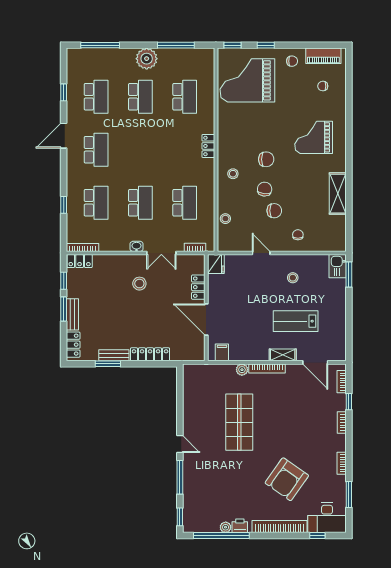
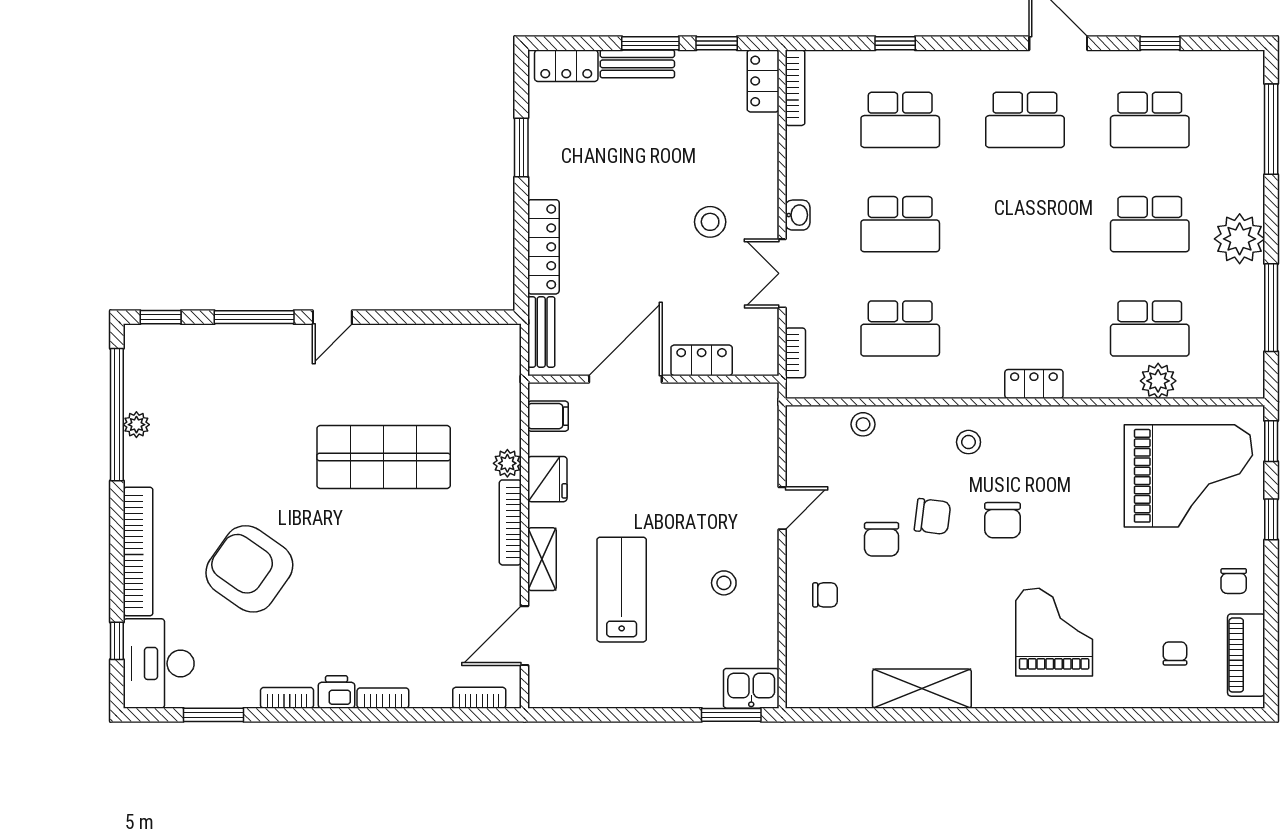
grand piano: (247, 80) -> (1188, 476), turned 90
plant: (207, 93) -> (1158, 381), added
fridge: (216, 264) -> (547, 479), moved, turned -90
bench: (114, 355) -> (541, 332), moved
window: (349, 402) -> (432, 715), removed
printer: (240, 526) -> (337, 692), moved, turned -90

